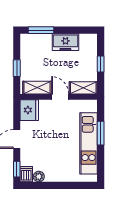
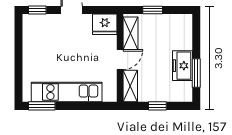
window: (41, 30) -> (196, 73), moved
window: (101, 133) -> (42, 106), moved
dishwasher: (26, 174) -> (31, 21), removed
plant: (39, 177) -> (29, 35), removed

